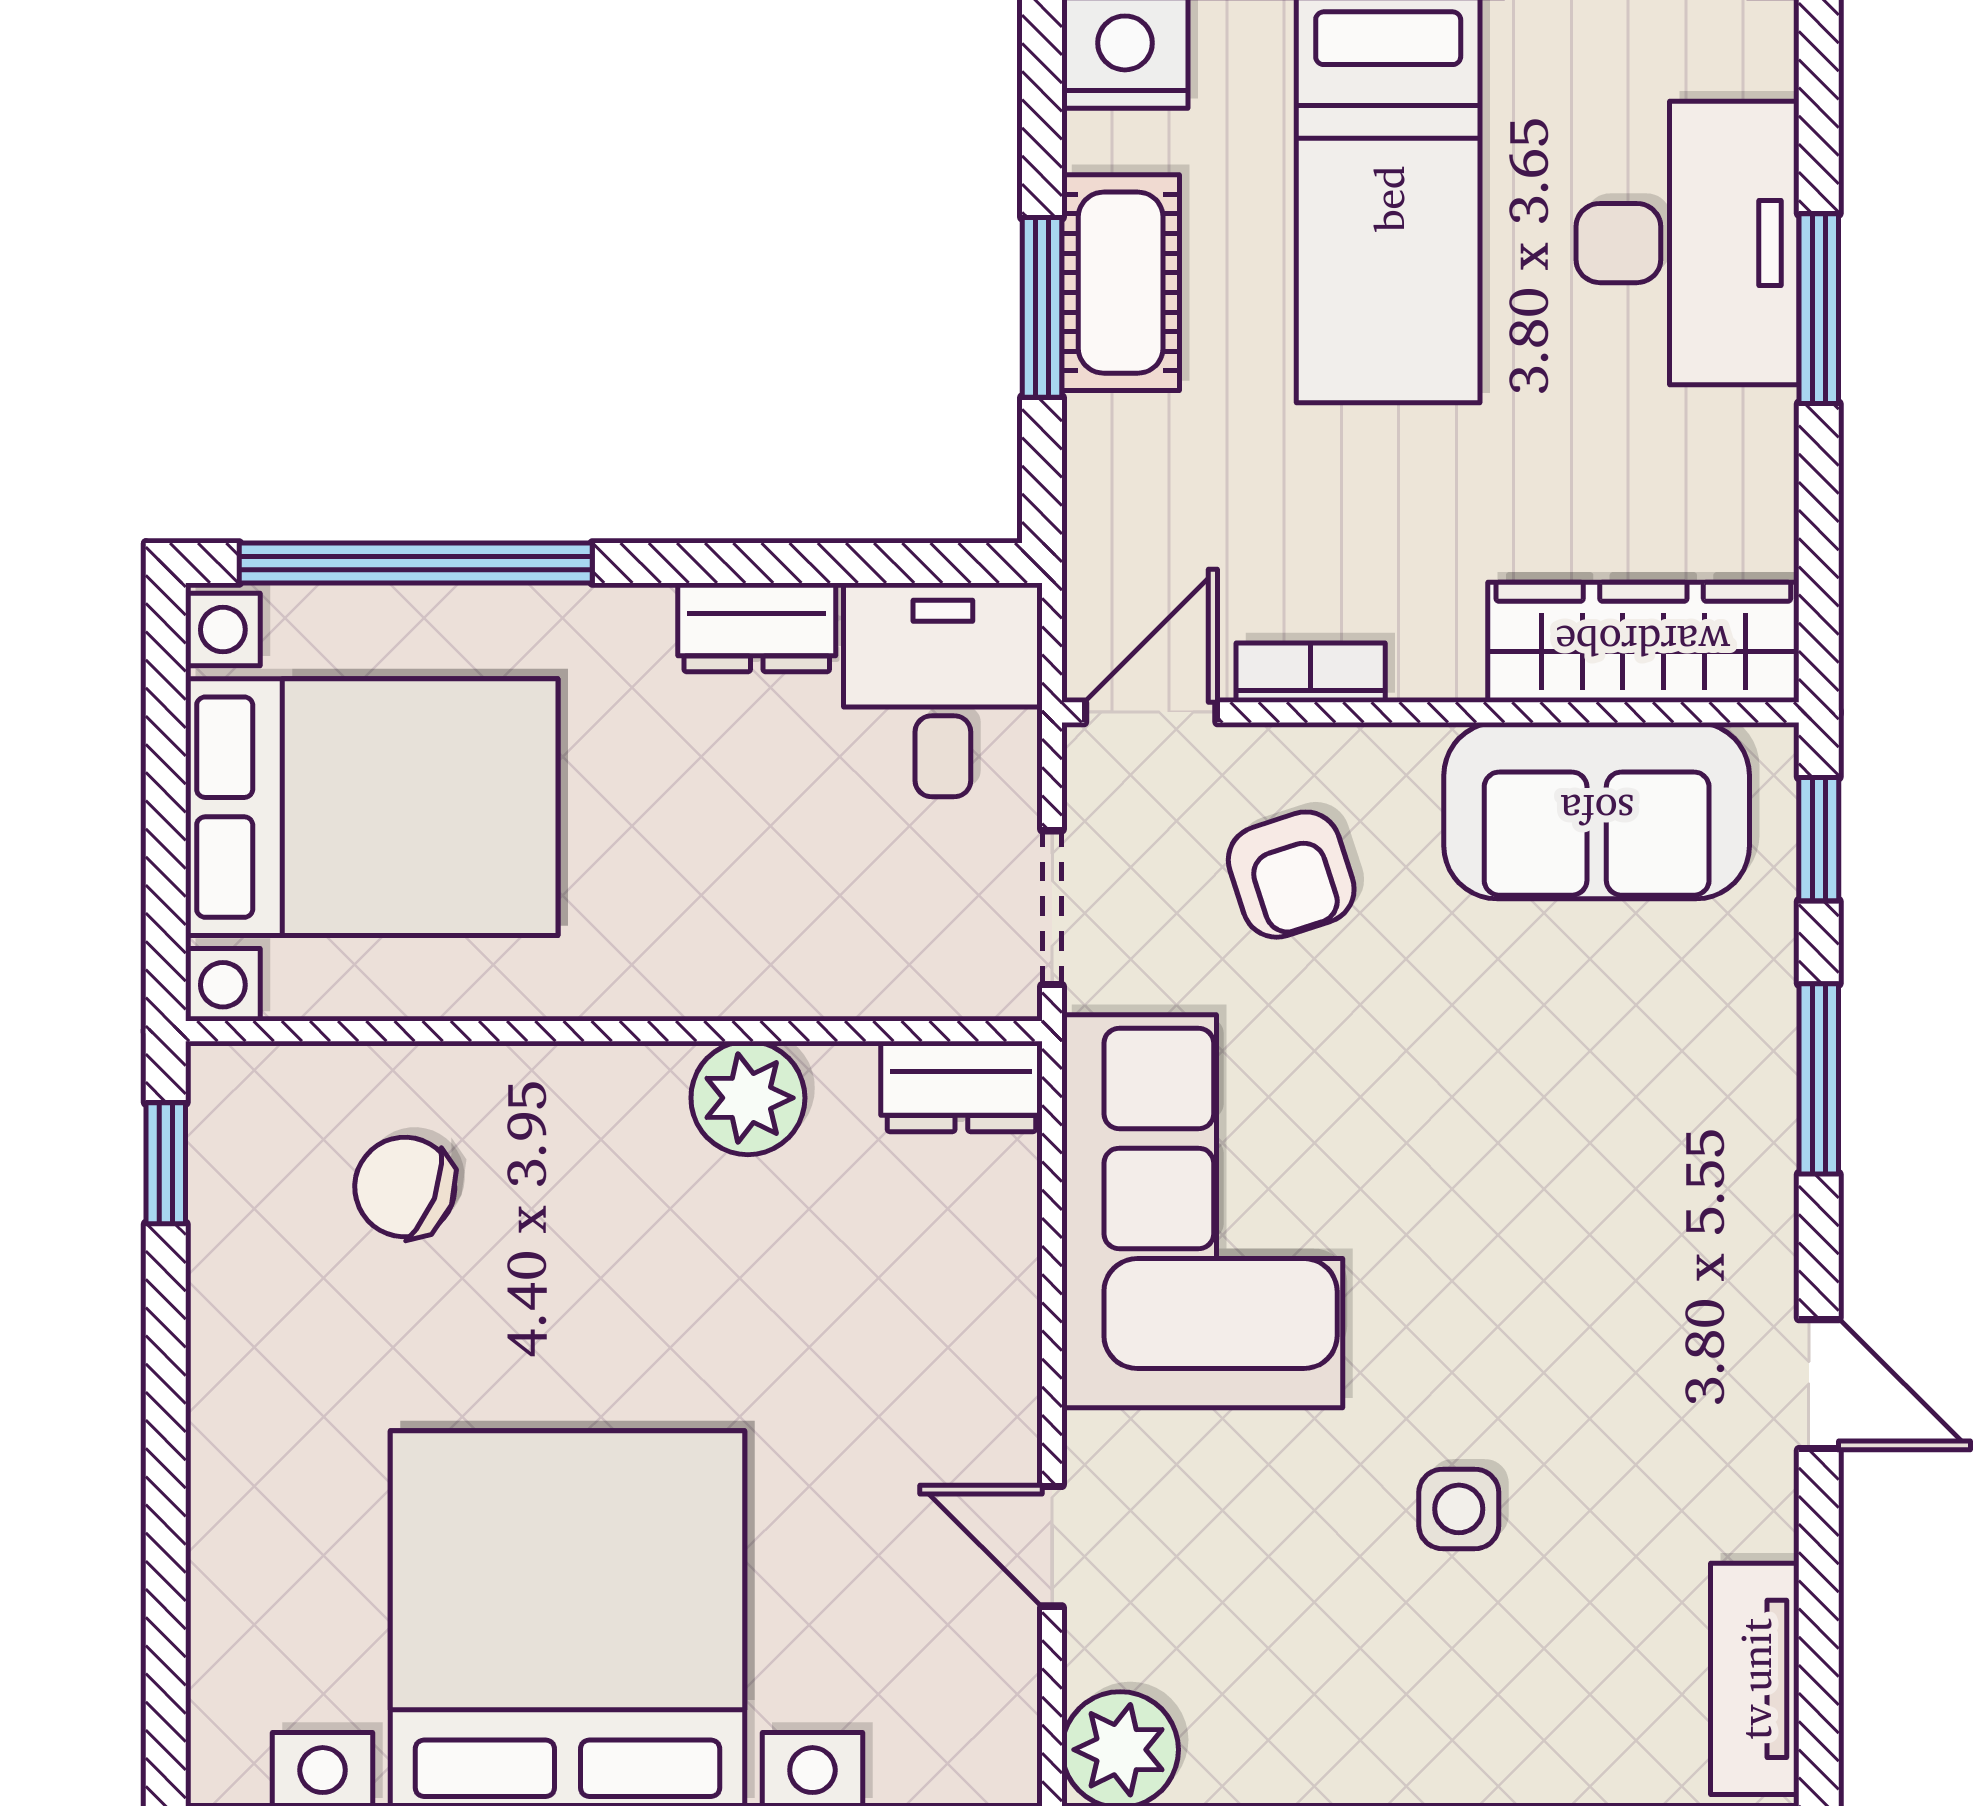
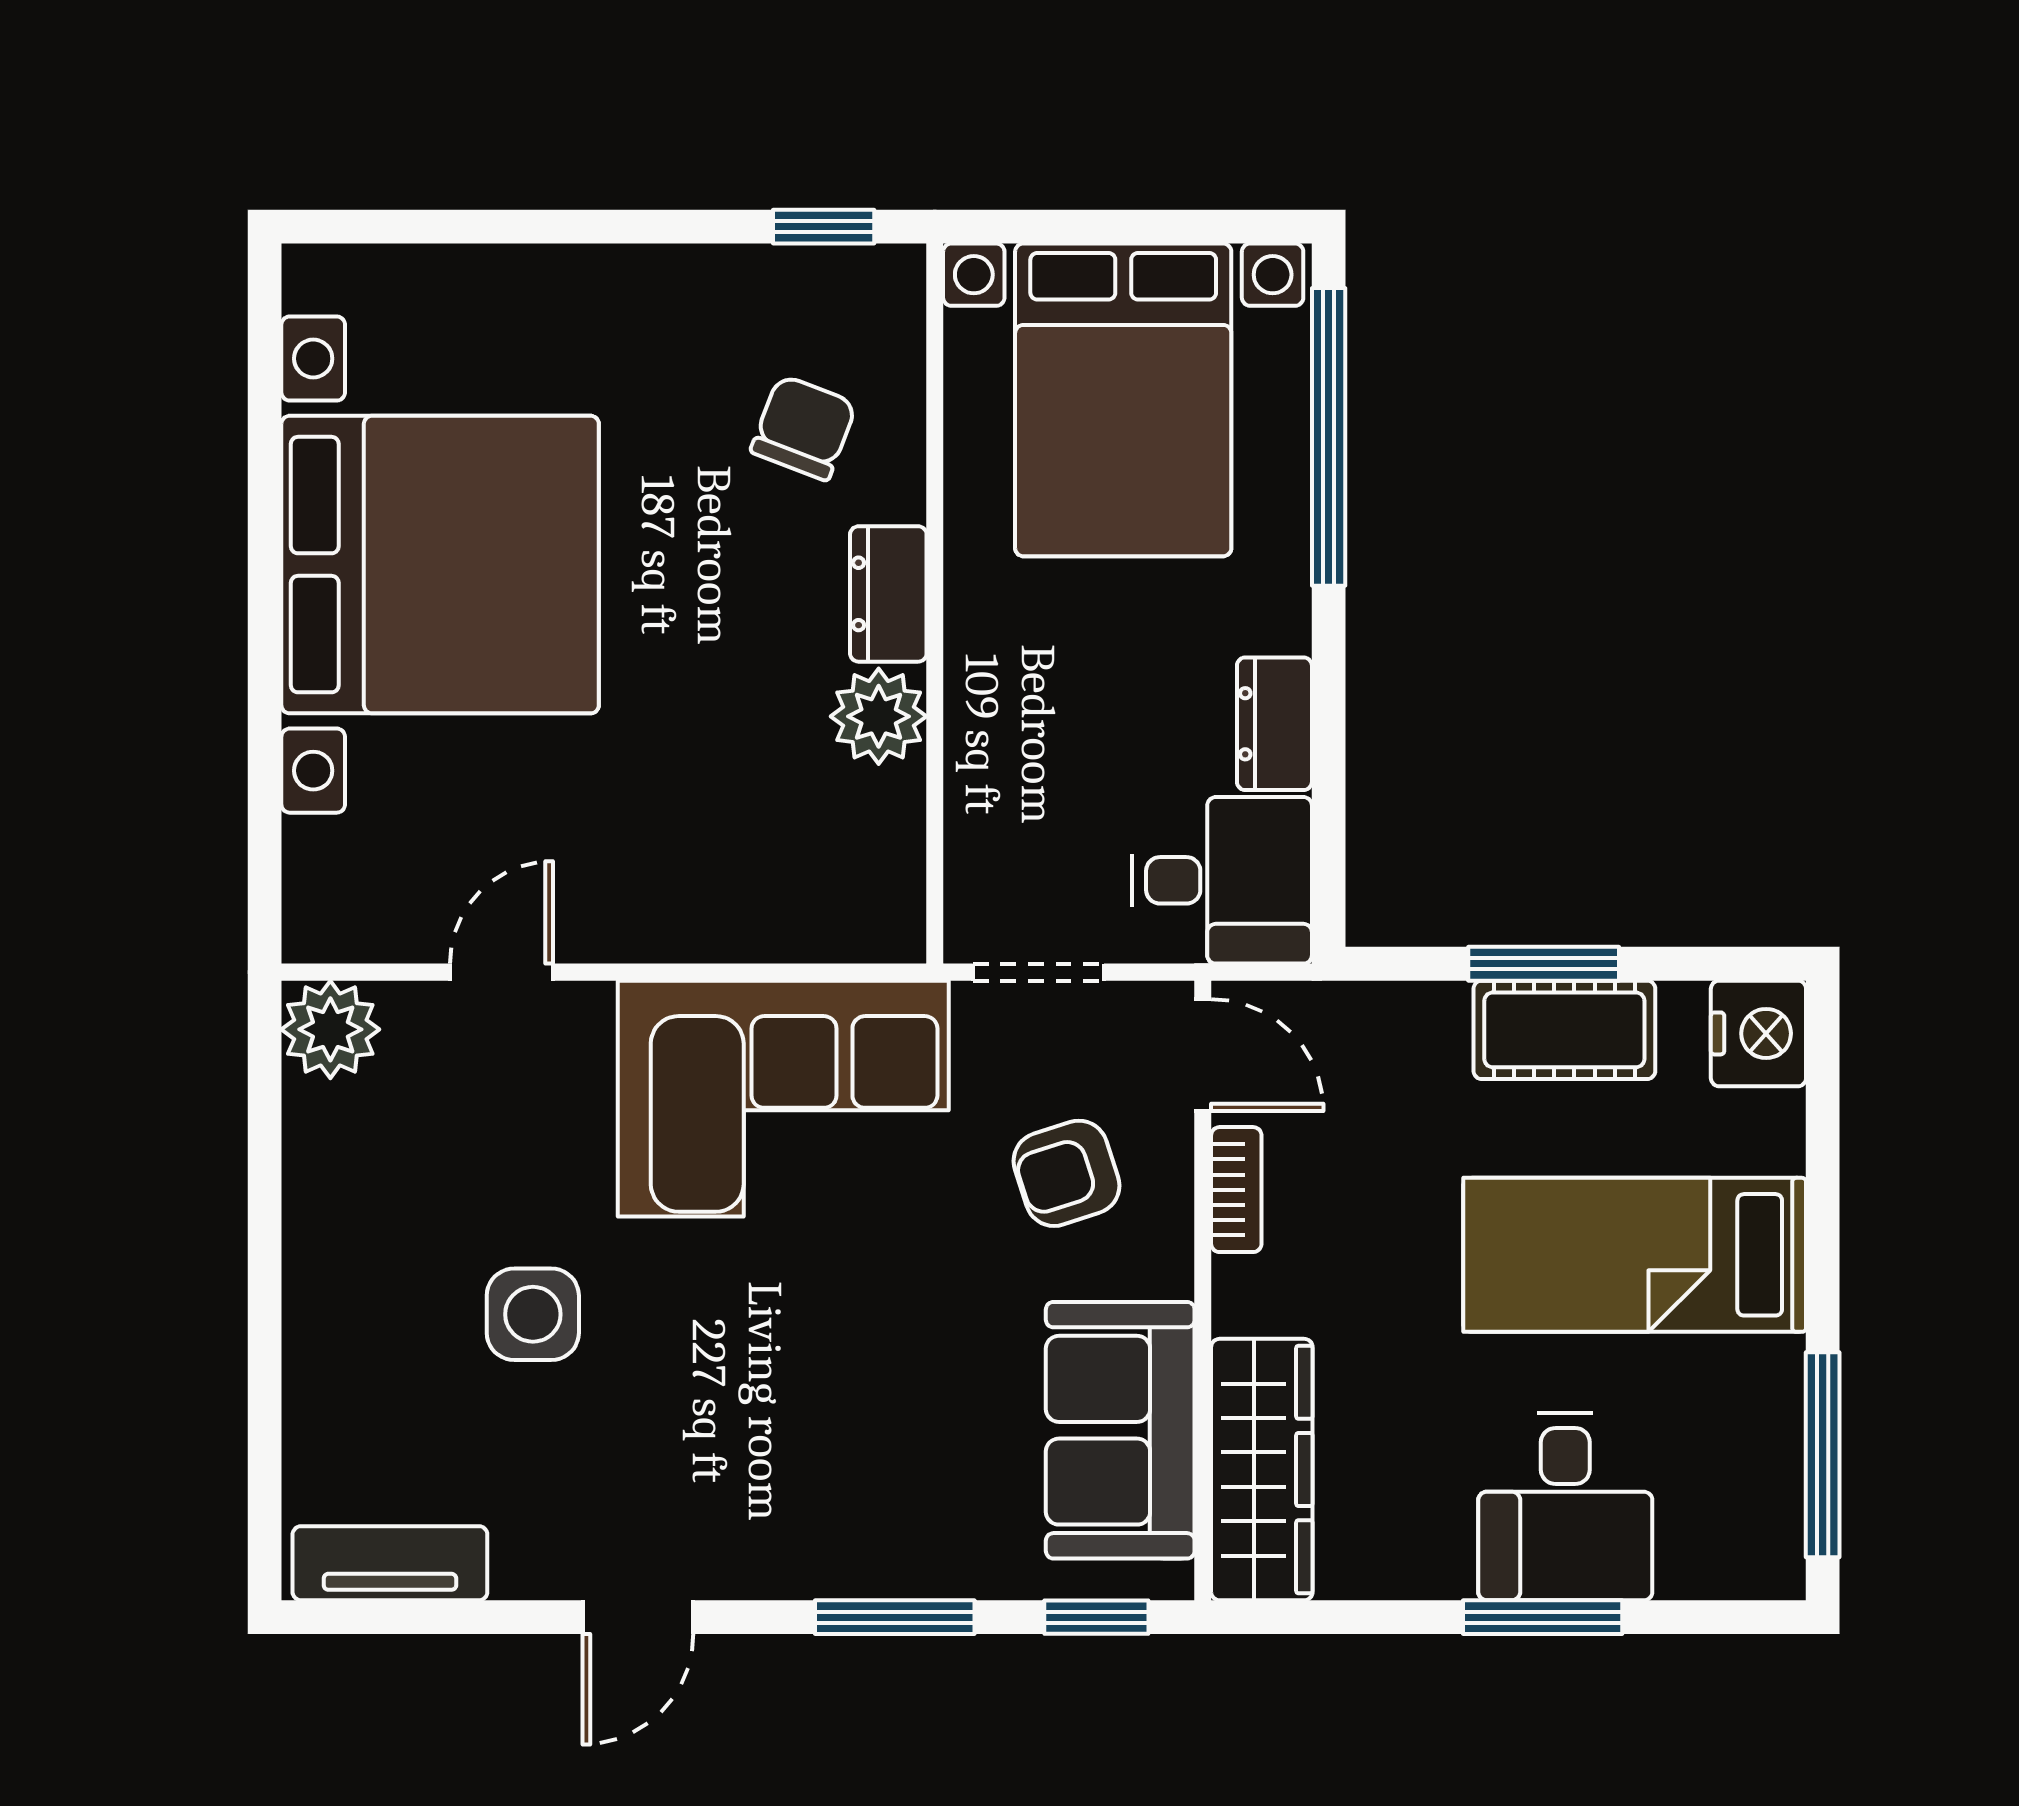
desk: (1687, 243) -> (1565, 1507), width x0.73
dresser: (961, 1086) -> (888, 594), moved
side table: (1459, 1509) -> (533, 1314), width x1.37, depth x1.37

